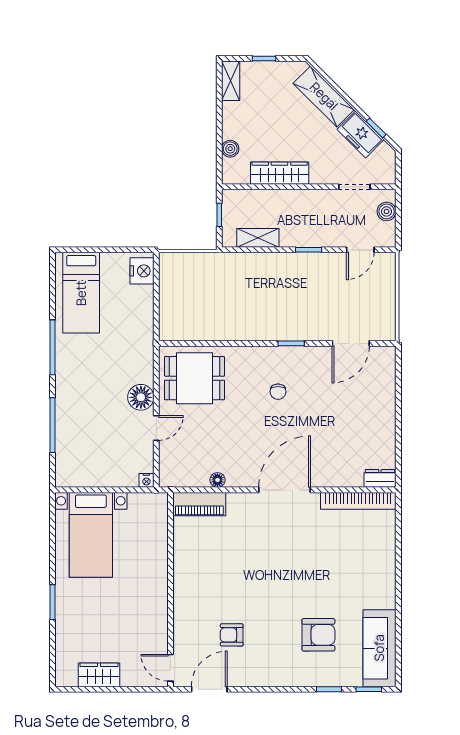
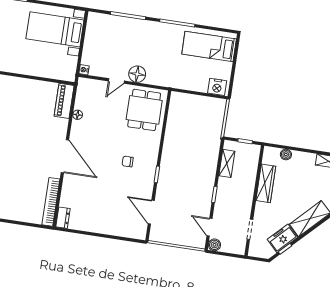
boiler: (387, 211) -> (214, 245), moved
door: (156, 428) -> (116, 81), hinge flipped

